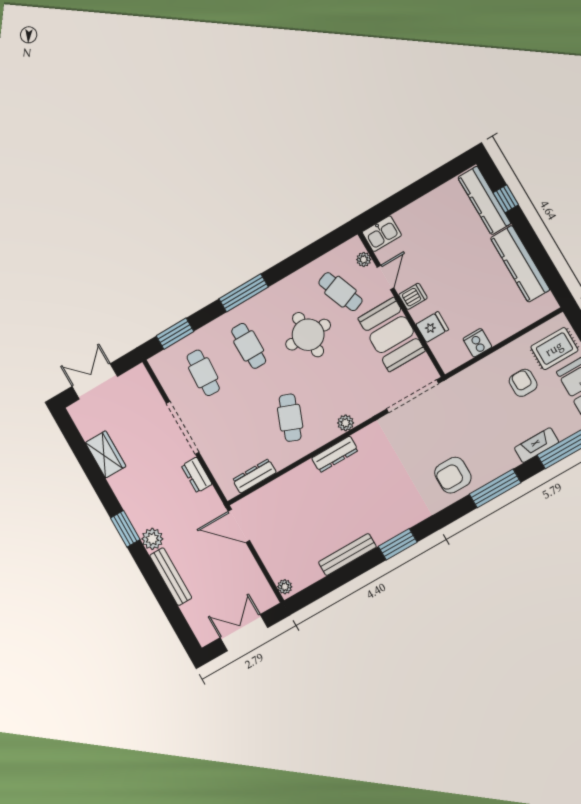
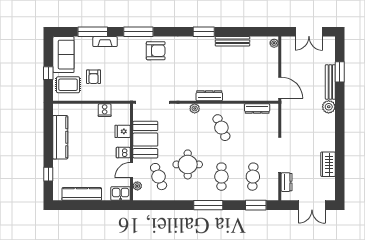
kitchen counter: (484, 200) -> (82, 194), moved, turned -90
cafe table: (290, 418) -> (221, 128), turned -45
dresser: (197, 475) -> (287, 182), moved
window: (125, 529) -> (340, 72), moved

